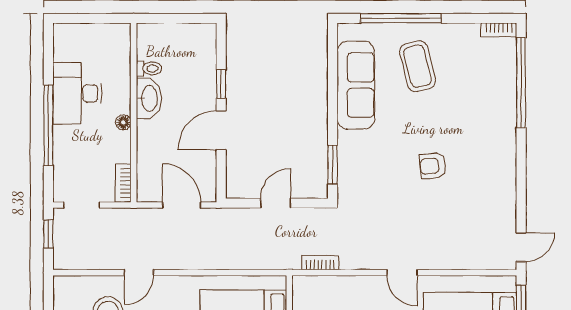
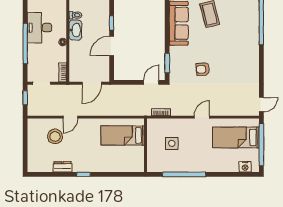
armchair: (433, 166) -> (203, 69), moved
door: (276, 203) -> (151, 82), moved
door: (182, 205) -> (92, 83), swing flipped
door: (402, 273) -> (202, 117), swing flipped

